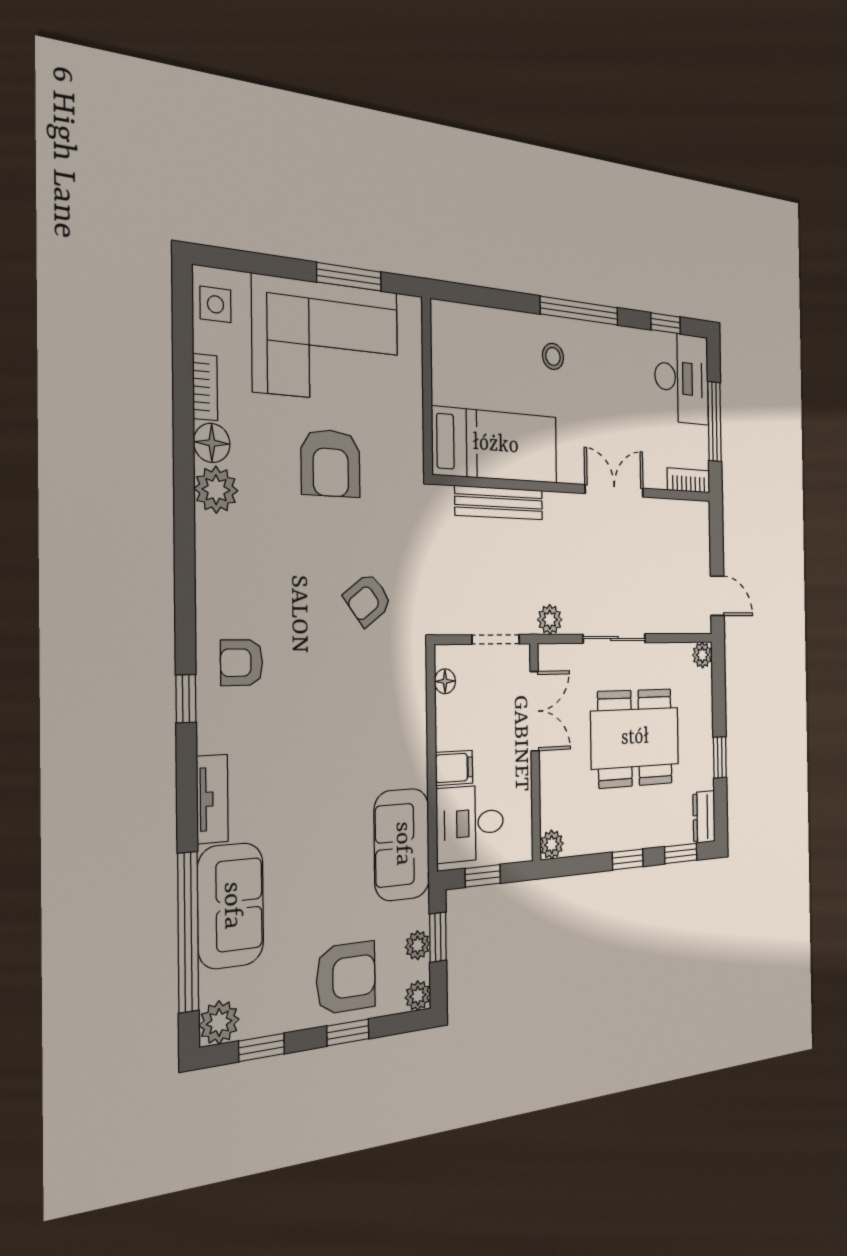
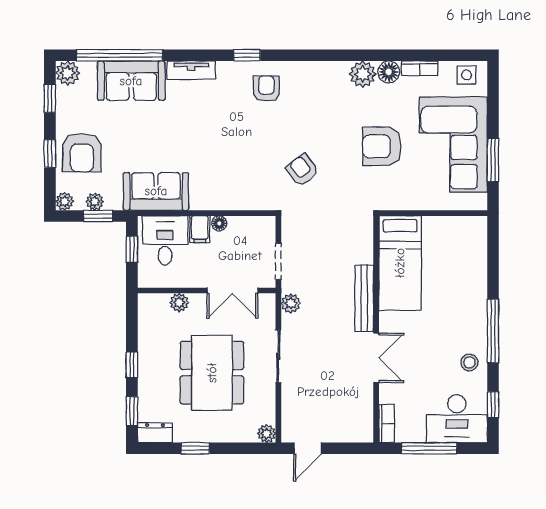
stool: (553, 356) -> (469, 362), moved
bench: (499, 503) -> (364, 298), moved
floor lamp: (445, 681) -> (219, 223), moved
plant: (552, 844) -> (179, 303), moved

